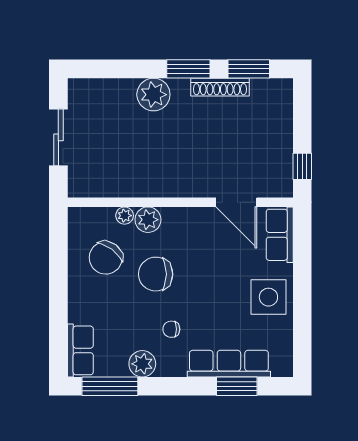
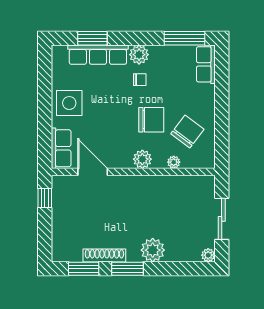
plant: (77, 87) -> (208, 255), added
plant: (148, 220) -> (142, 159), moved
plant: (142, 364) -> (139, 55), moved

